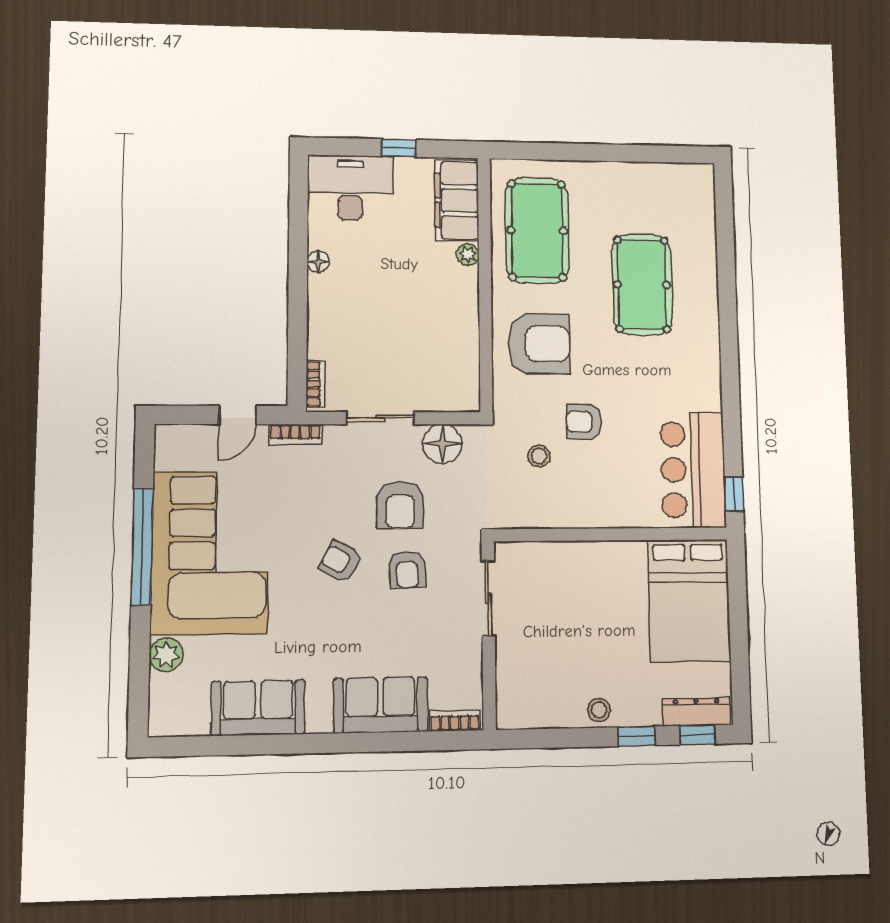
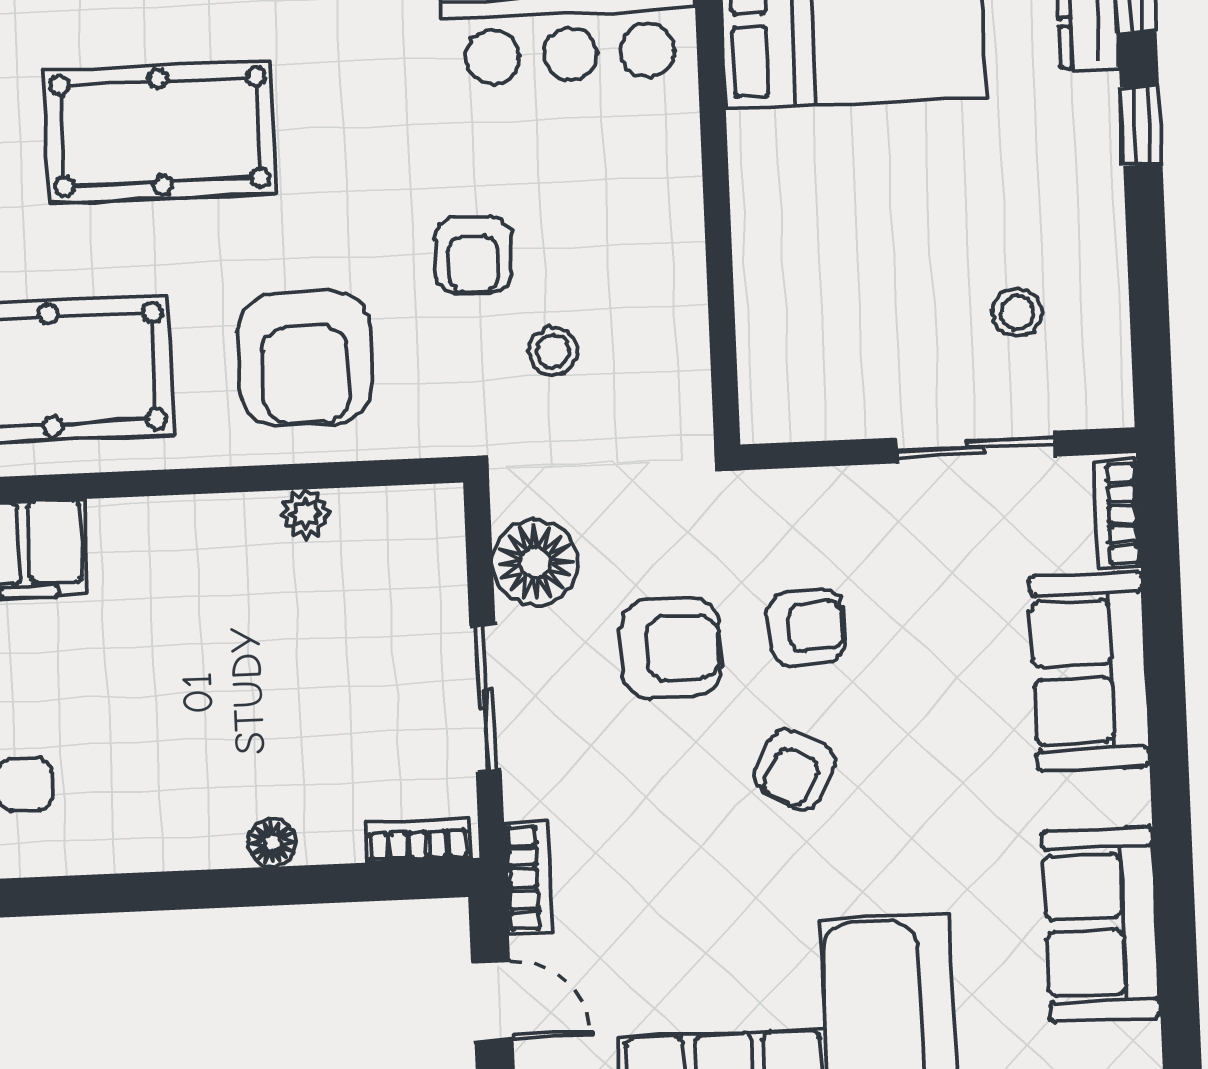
plant: (468, 255) -> (305, 514), moved
floor lamp: (318, 262) -> (272, 843), moved
armchair: (539, 344) -> (305, 359), turned 180
sliding door: (488, 598) -> (976, 447), moved
stool: (599, 710) -> (1017, 313), moved

